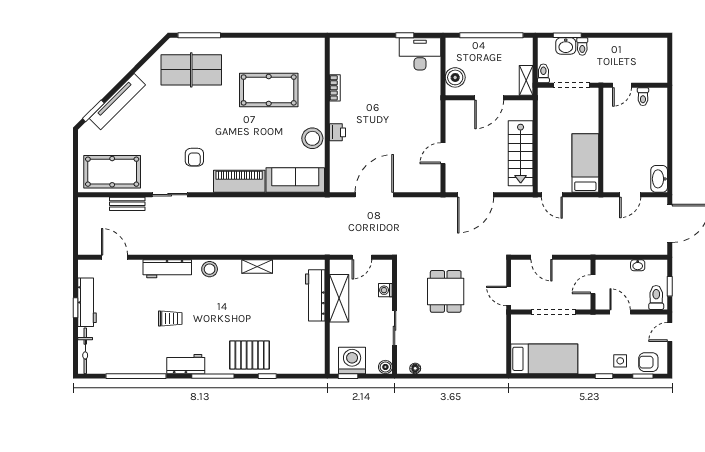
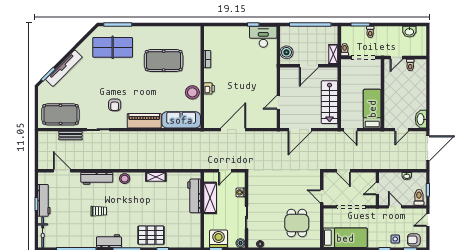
washbasin: (566, 46) -> (409, 32), moved
dining table: (446, 291) -> (297, 223), moved

